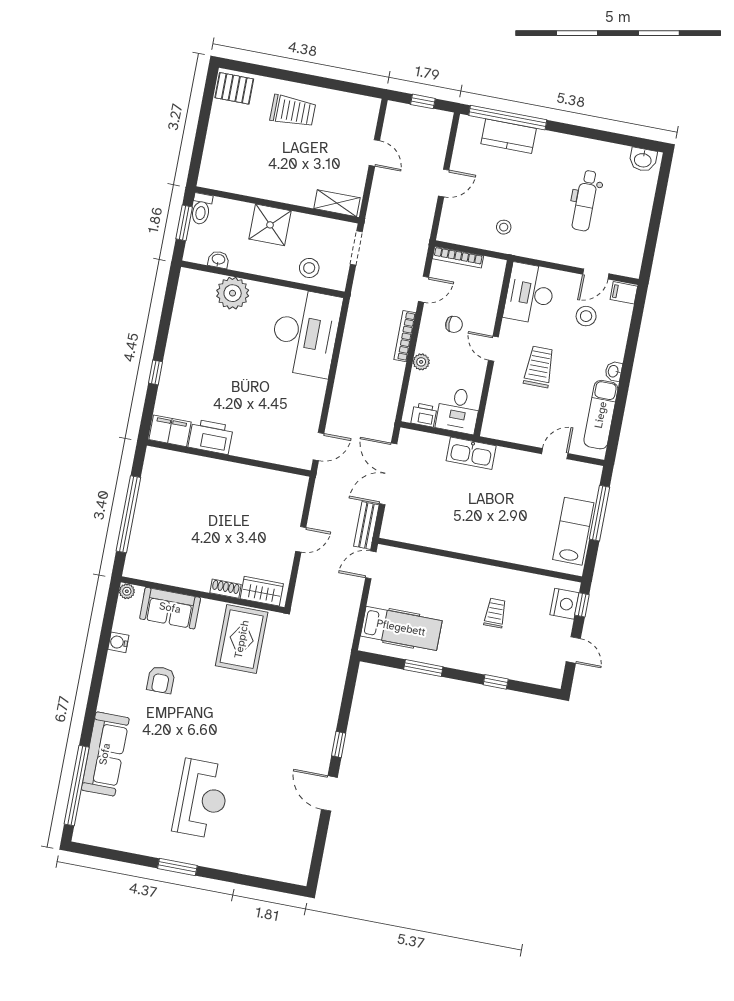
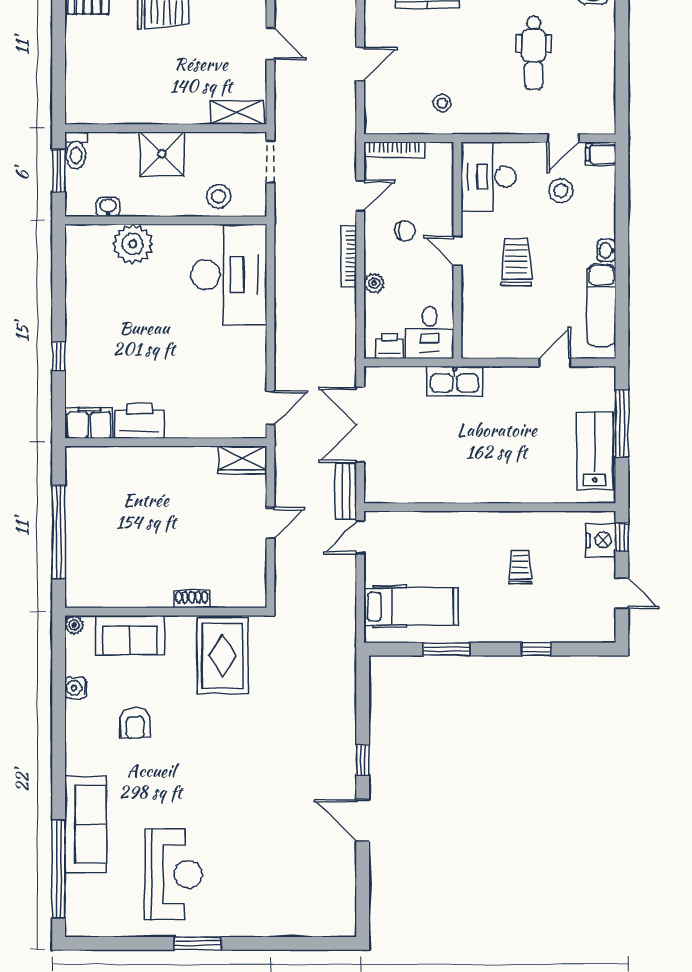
wardrobe: (262, 591) -> (243, 460), moved, turned 180
reception desk: (202, 799) -> (173, 874), moved

